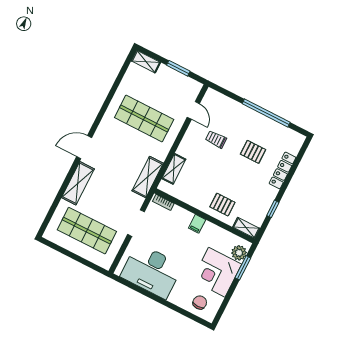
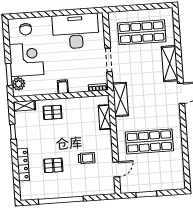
shelving: (146, 62) -> (173, 185), removed
door: (193, 110) -> (116, 169), swing flipped

